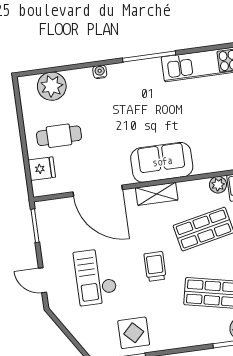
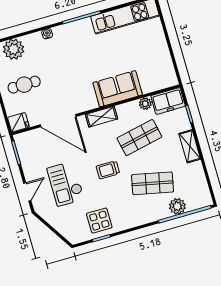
sofa: (162, 162) -> (118, 89), moved
fridge: (42, 169) -> (18, 122), moved
trolley: (155, 266) -> (108, 170), turned -90
door: (42, 280) -> (27, 192), swing flipped

